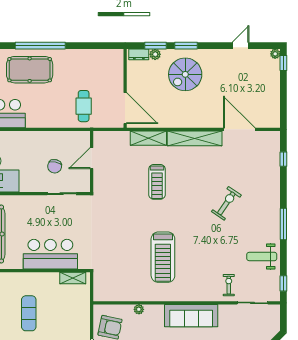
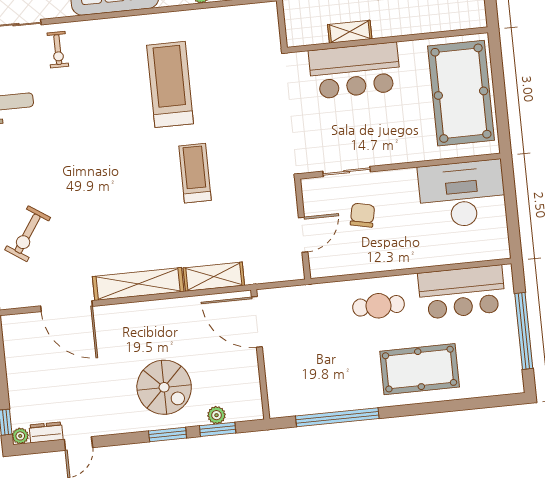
window: (40, 46) -> (337, 417), moved
dresser: (139, 54) -> (46, 432), moved
spiral stairs: (185, 74) -> (164, 387), turned 90
cafe table: (84, 106) -> (379, 306), moved, turned 90
treadmill: (157, 182) -> (195, 173), moved
exercise bike: (226, 203) -> (28, 234), moved
shelving: (73, 278) -> (350, 32), moved

